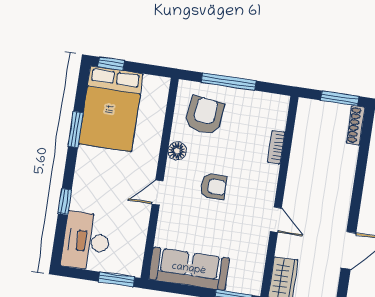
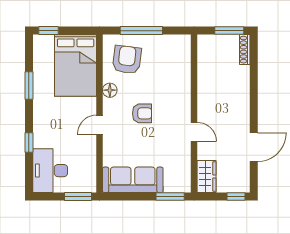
bed: (111, 109) -> (76, 65), moved
bookcase: (276, 147) -> (186, 76), removed

